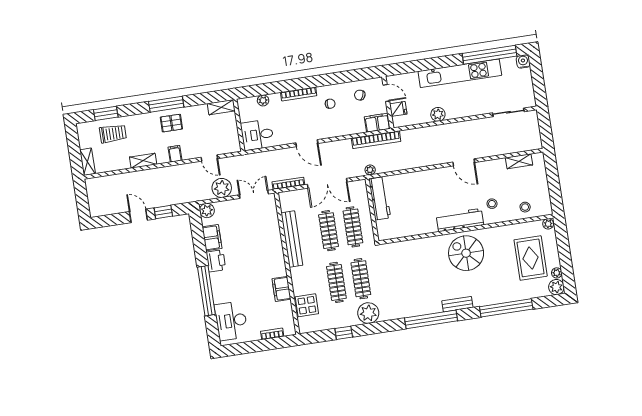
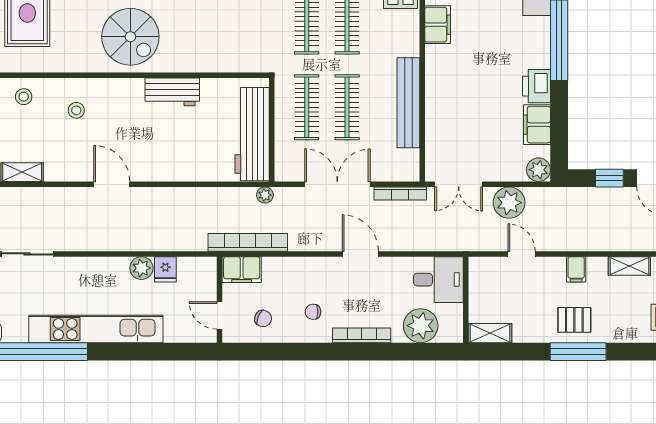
plant: (263, 100) -> (421, 326), width x1.88, depth x1.88
fridge: (398, 109) -> (165, 269), moved, turned -90
workbench: (380, 198) -> (252, 134), width x1.36, depth x1.32
workbench: (460, 220) -> (172, 92), moved, width x0.73

